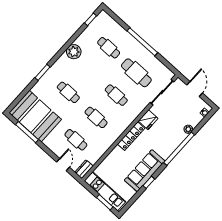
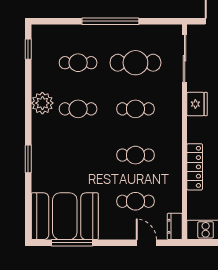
cafe table: (68, 92) -> (78, 109), moved
locker: (131, 136) -> (195, 167), moved

